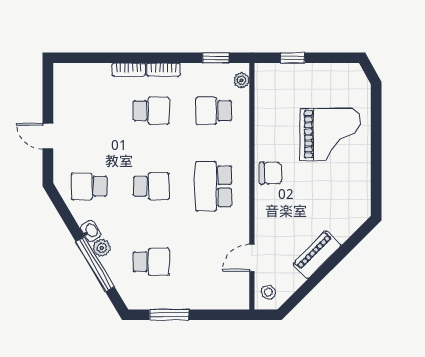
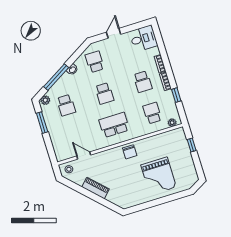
window: (216, 58) -> (176, 95), moved
desk: (74, 85) -> (143, 38), added
plant: (102, 248) -> (45, 100), moved

